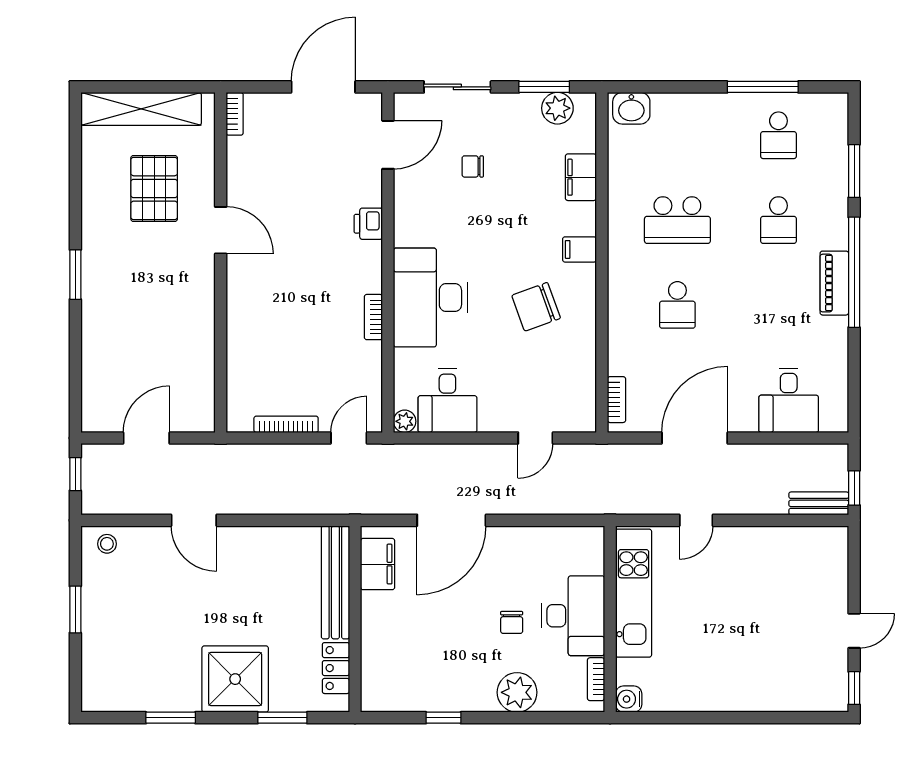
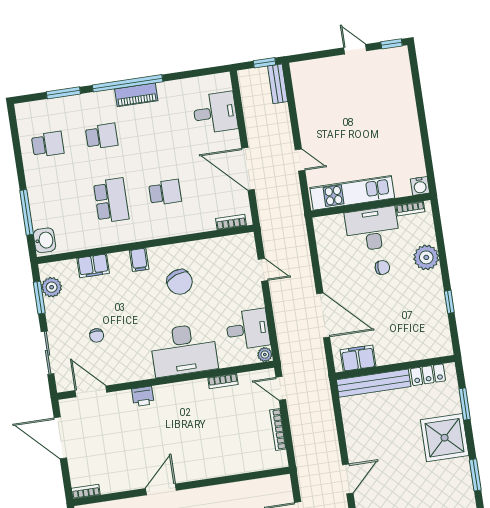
window: (763, 87) -> (27, 212), moved
bookcase: (373, 317) -> (223, 381), moved

